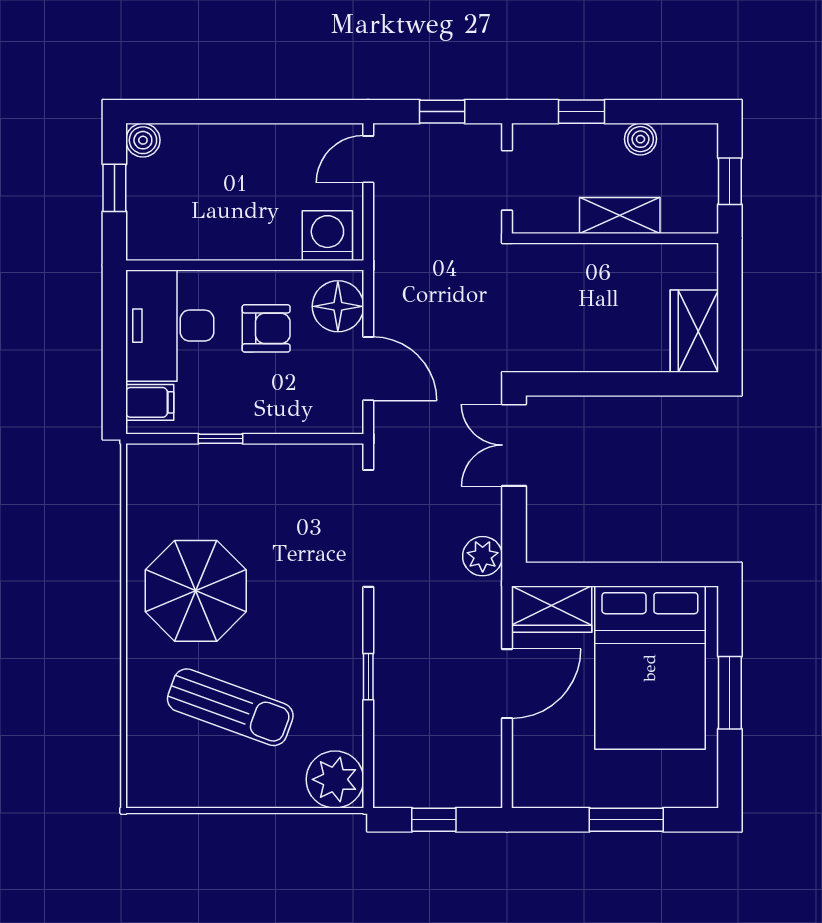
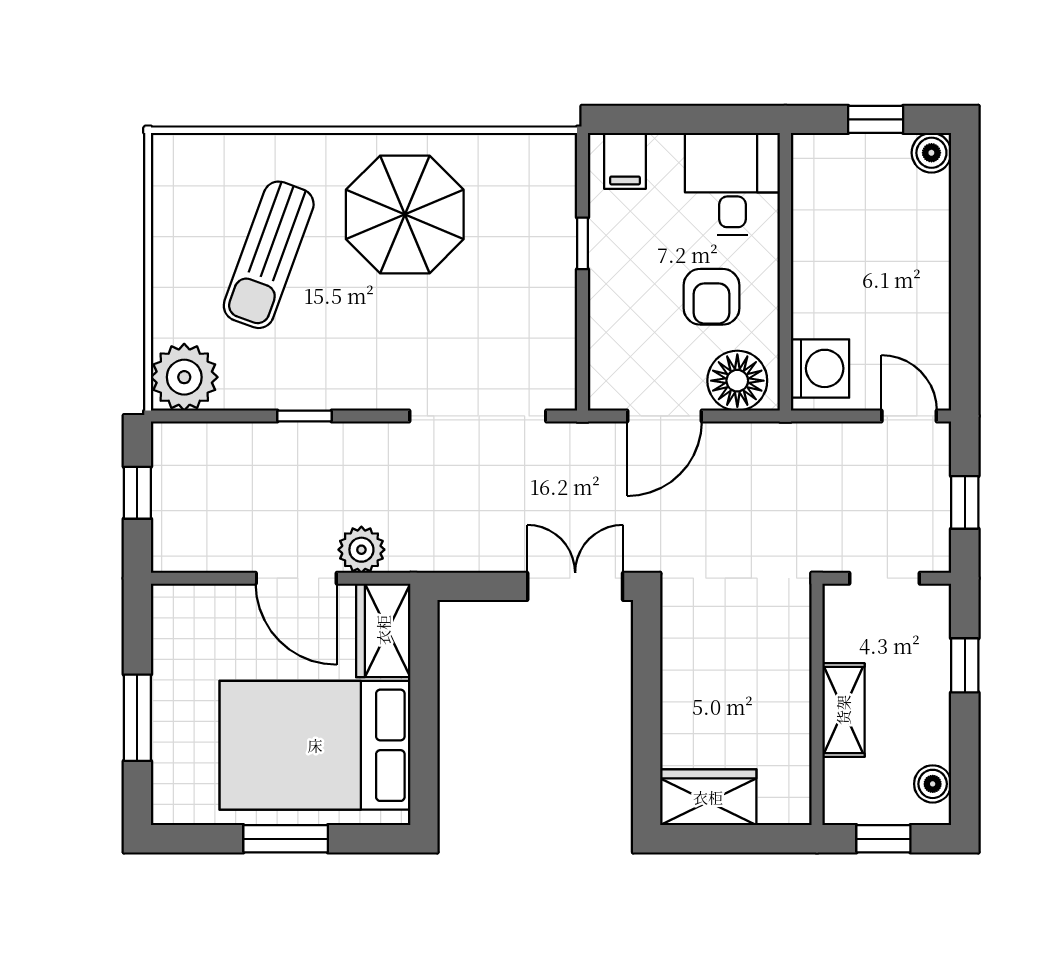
boiler: (640, 139) -> (933, 784), moved
desk: (170, 326) -> (732, 184), width x0.73
plant: (483, 556) -> (361, 550), moved

